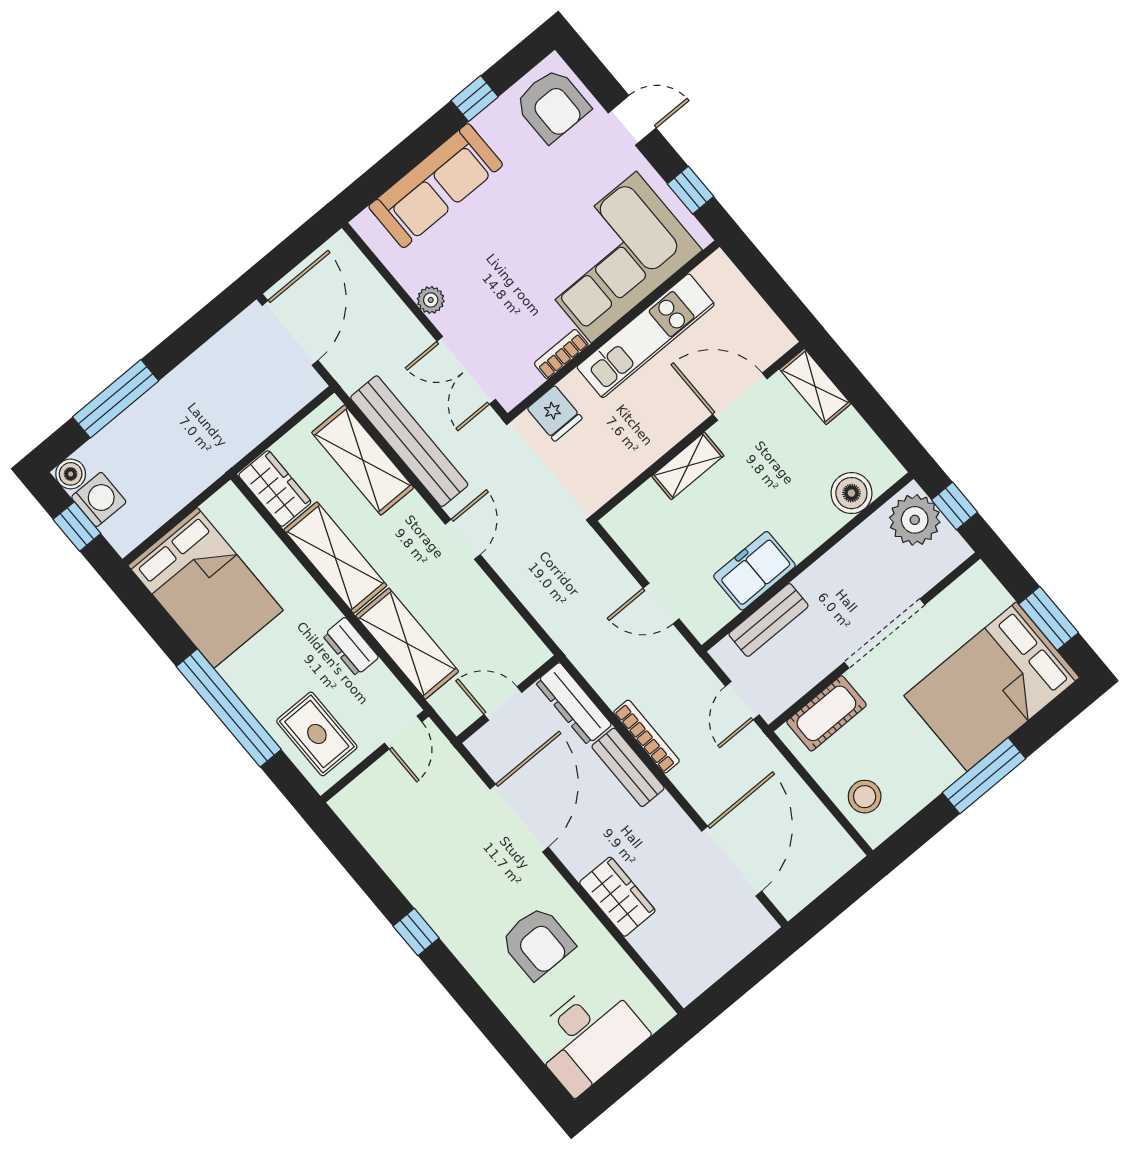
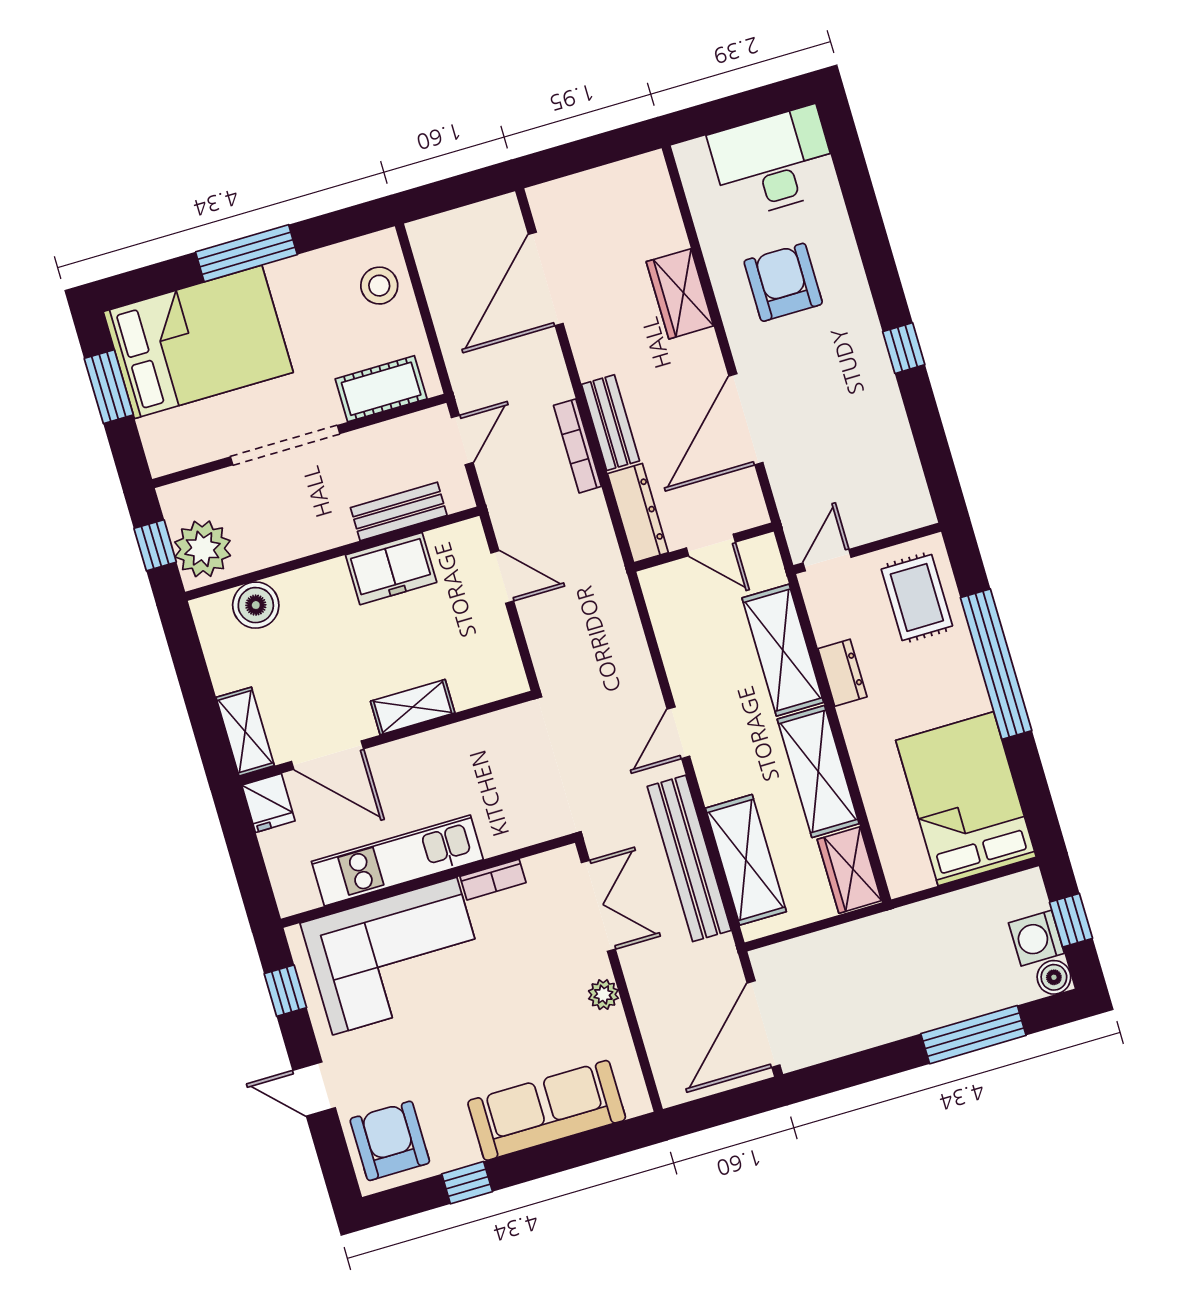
fridge: (555, 413) -> (268, 803), moved, turned 180

